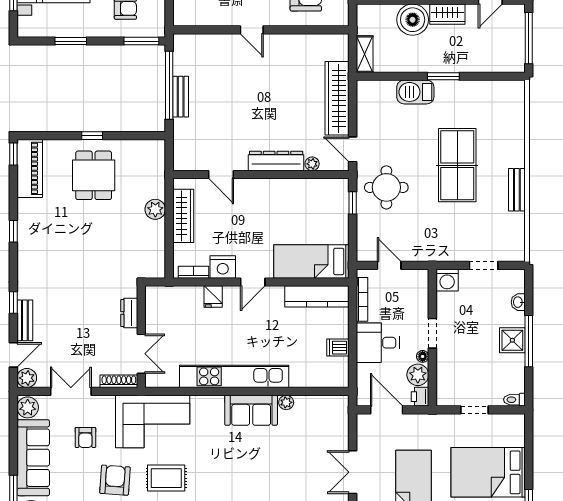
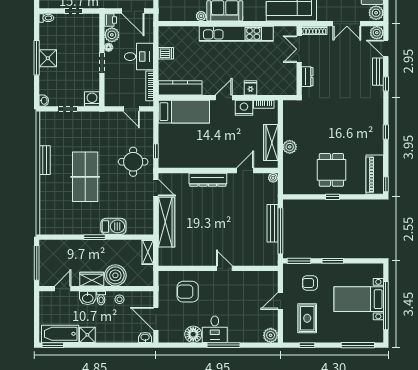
window: (71, 41) -> (333, 261), moved
bench: (181, 97) -> (273, 223), width x1.36
plant: (312, 164) -> (273, 178), moved
door: (221, 174) -> (245, 170), hinge flipped
washbasin: (518, 302) -> (44, 101), moved
door: (13, 355) -> (386, 48), hinge flipped

